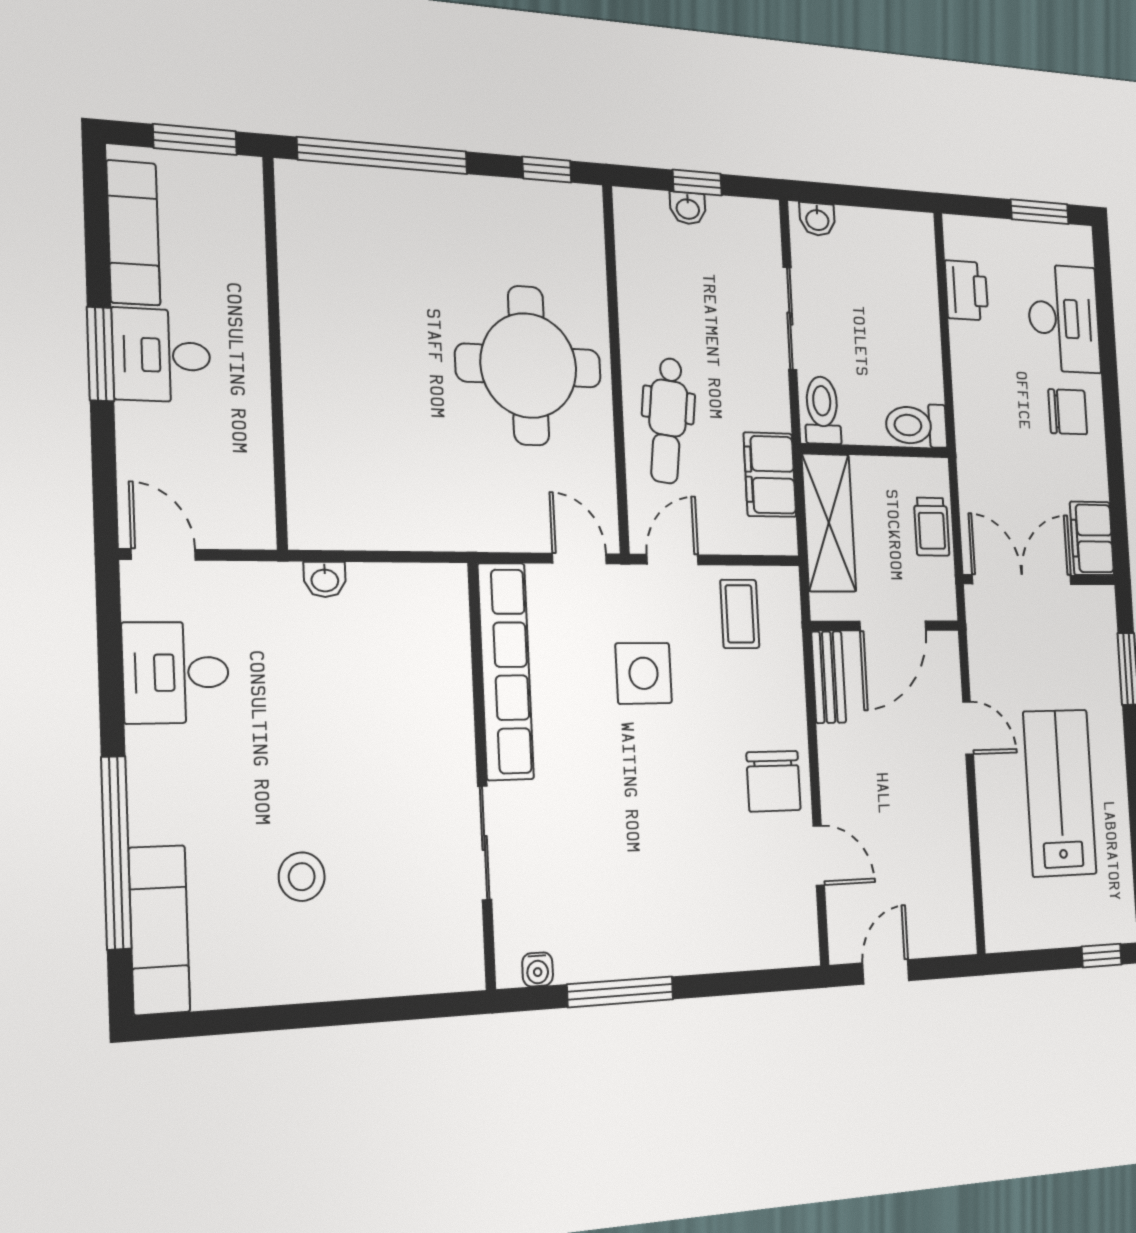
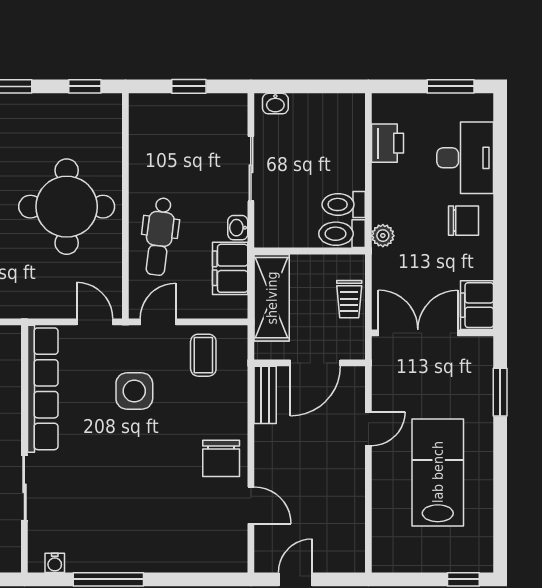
washbasin: (688, 208) -> (238, 228), moved, turned 90
toilet: (822, 410) -> (344, 204), moved, turned -90
plant: (969, 430) -> (383, 236), added
door: (968, 728) -> (368, 429), hinge flipped

